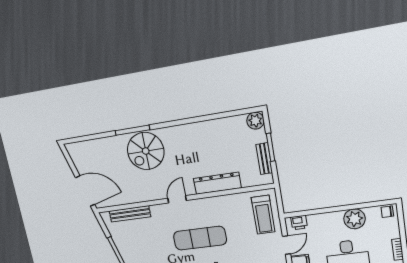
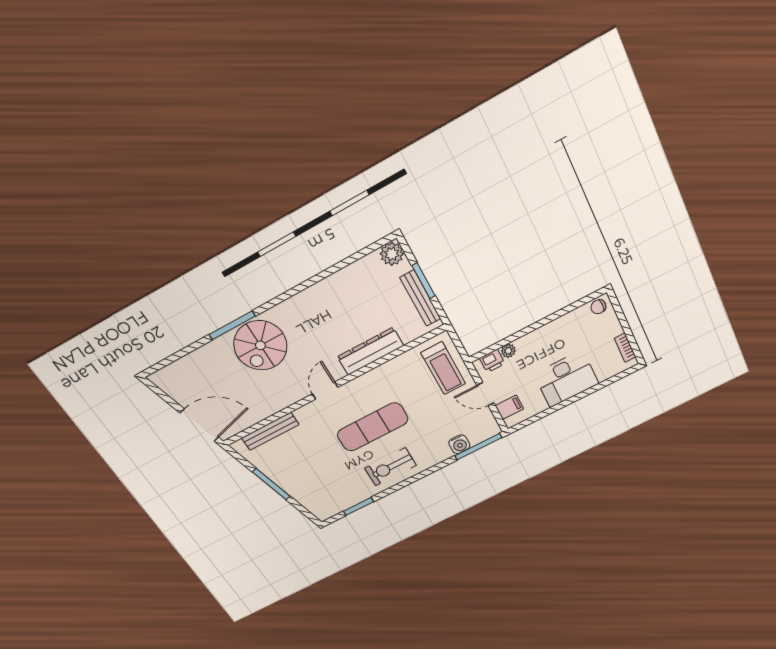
bench: (264, 159) -> (420, 298), width x1.36
plant: (355, 219) -> (508, 351), moved, width x0.53, depth x0.53
door: (286, 245) -> (485, 394), swing flipped

